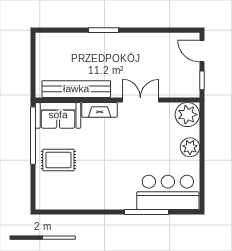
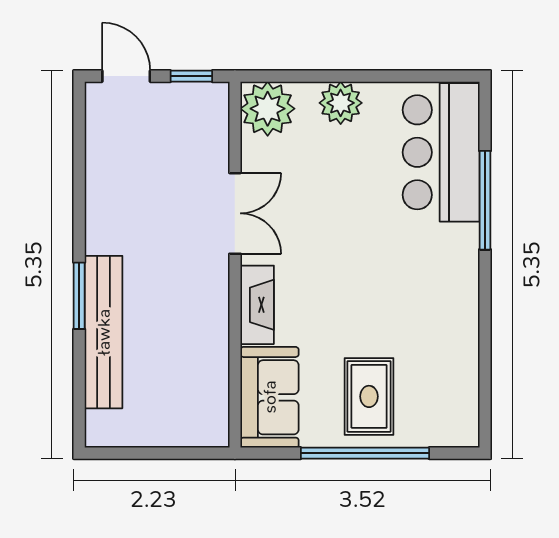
door: (202, 51) -> (126, 76), swing flipped
bench: (76, 89) -> (104, 332), moved
double door: (140, 100) -> (235, 213), swing flipped
window: (33, 136) -> (365, 453), moved

